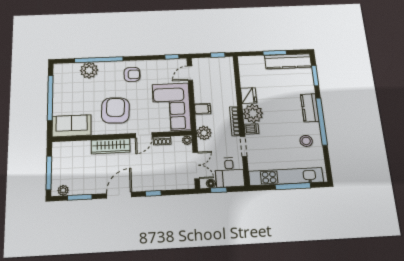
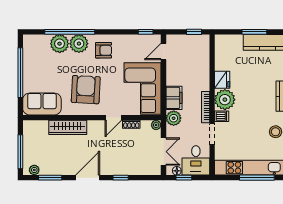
plant: (108, 70) -> (79, 44), added
filing cabinet: (203, 109) -> (174, 98), width x2.00
wardrobe: (111, 146) -> (68, 127), moved

